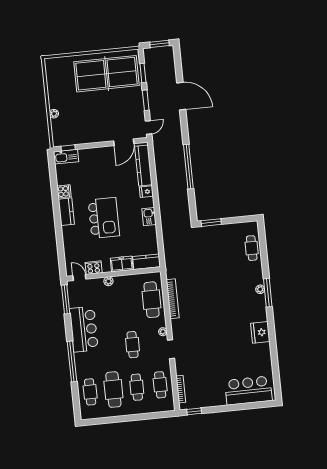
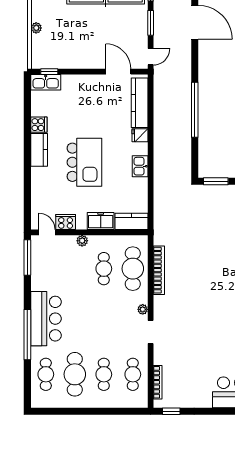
door: (124, 142) -> (118, 72), swing flipped
bar counter: (84, 329) -> (46, 319), moved
cafe table: (132, 345) -> (104, 269), moved

